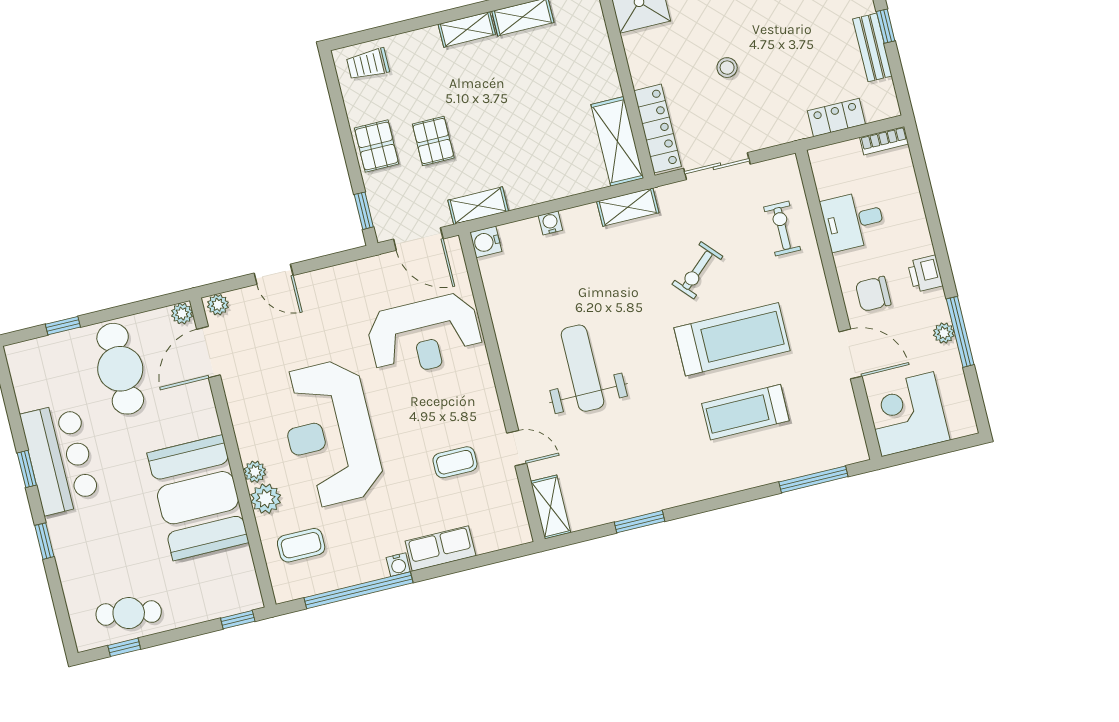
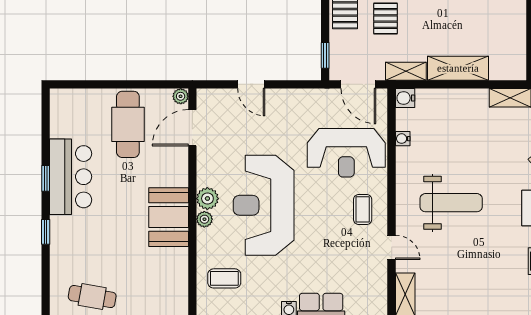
shelving: (617, 141) -> (458, 68), moved, turned 90
water cooler: (550, 223) -> (403, 139), moved, turned -90
plant: (218, 305) -> (207, 96), removed
window: (63, 326) -> (95, 84), removed
weight bench: (582, 368) -> (451, 203), turned 90
coffee table: (455, 462) -> (363, 209), moved, turned 90
booth: (198, 498) -> (169, 217), width x0.73, depth x0.70
plant: (266, 499) -> (207, 199), moved

